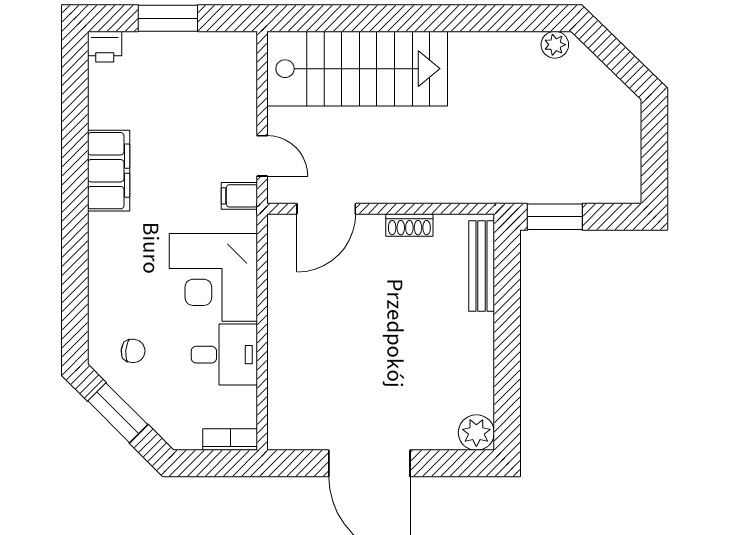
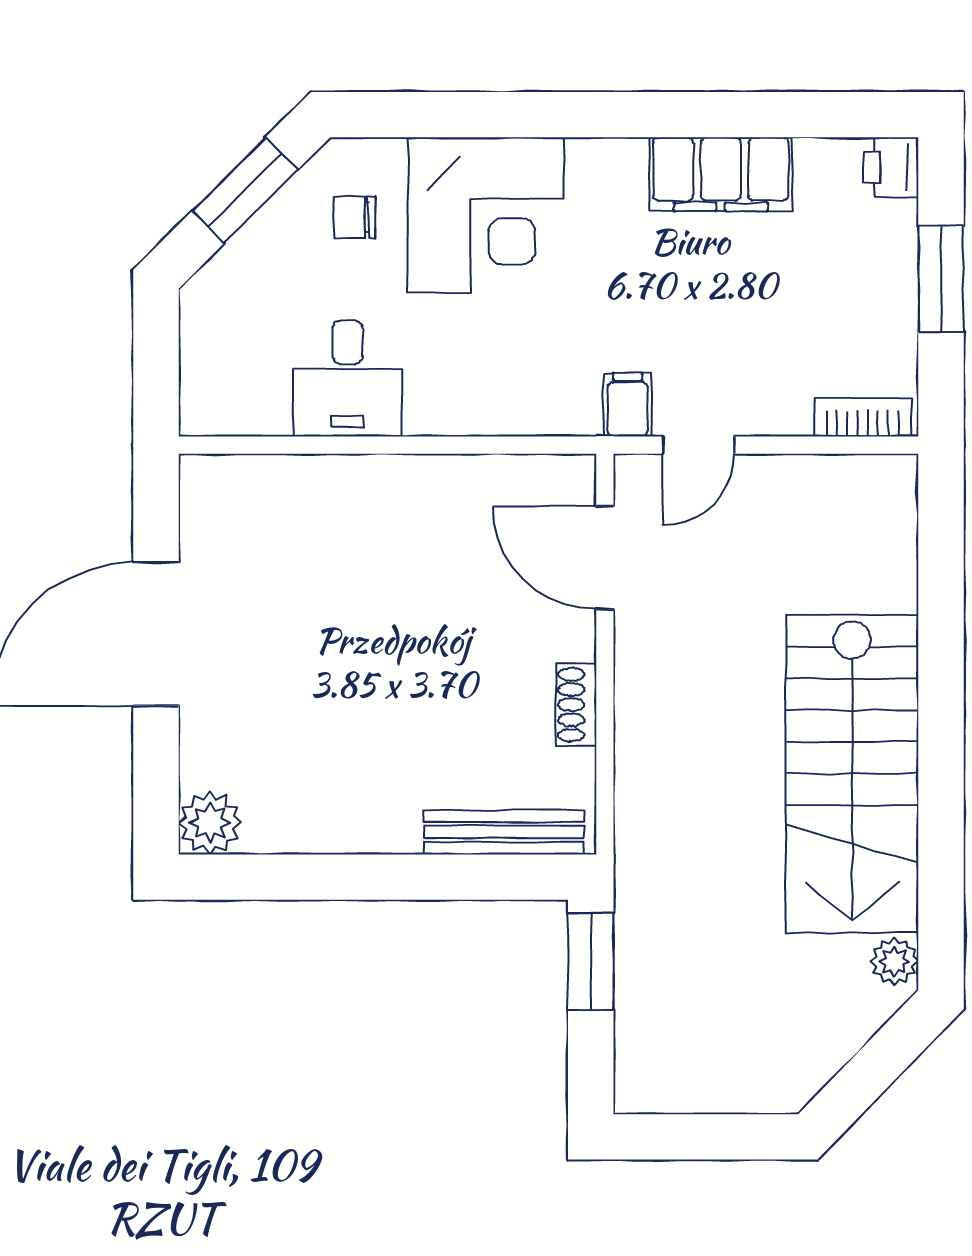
stairs: (357, 69) -> (852, 774), moved
filing cabinet: (109, 171) -> (721, 174), moved
corner desk: (213, 277) -> (486, 215), moved, turned 180
chair: (133, 351) -> (354, 217), turned 85
bookcase: (230, 440) -> (863, 417), moved, turned -90

